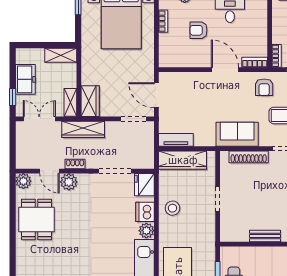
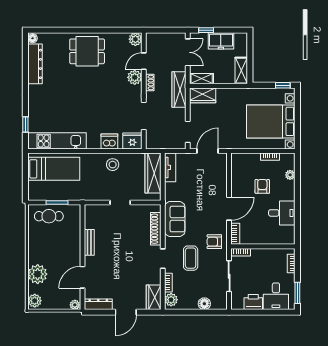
dining table: (37, 220) -> (87, 51), moved
plant: (146, 231) -> (94, 143), removed

